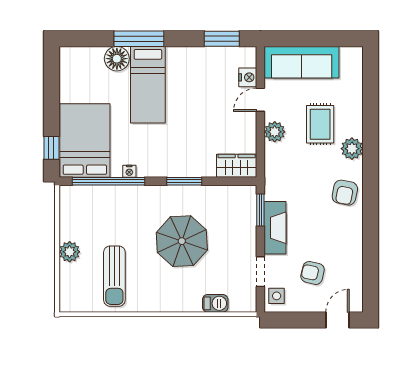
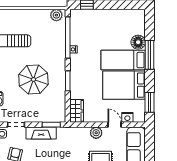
bed: (85, 141) -> (124, 85), moved, turned 180
plant: (70, 252) -> (56, 15), moved

